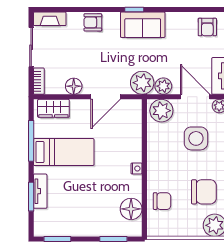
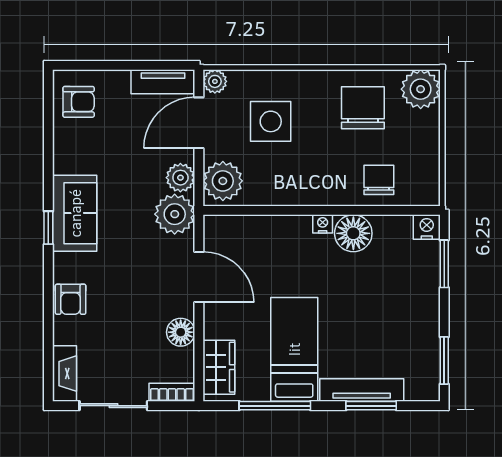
tv unit: (40, 191) -> (362, 390), width x1.41
floor lamp: (131, 209) -> (353, 233), moved
nightstand: (135, 229) -> (427, 227), added

